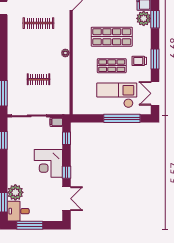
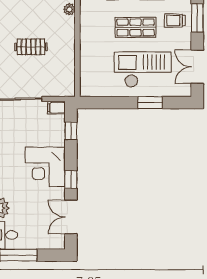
window: (122, 118) -> (150, 103), width x0.47
double door: (66, 199) -> (71, 217), swing flipped

